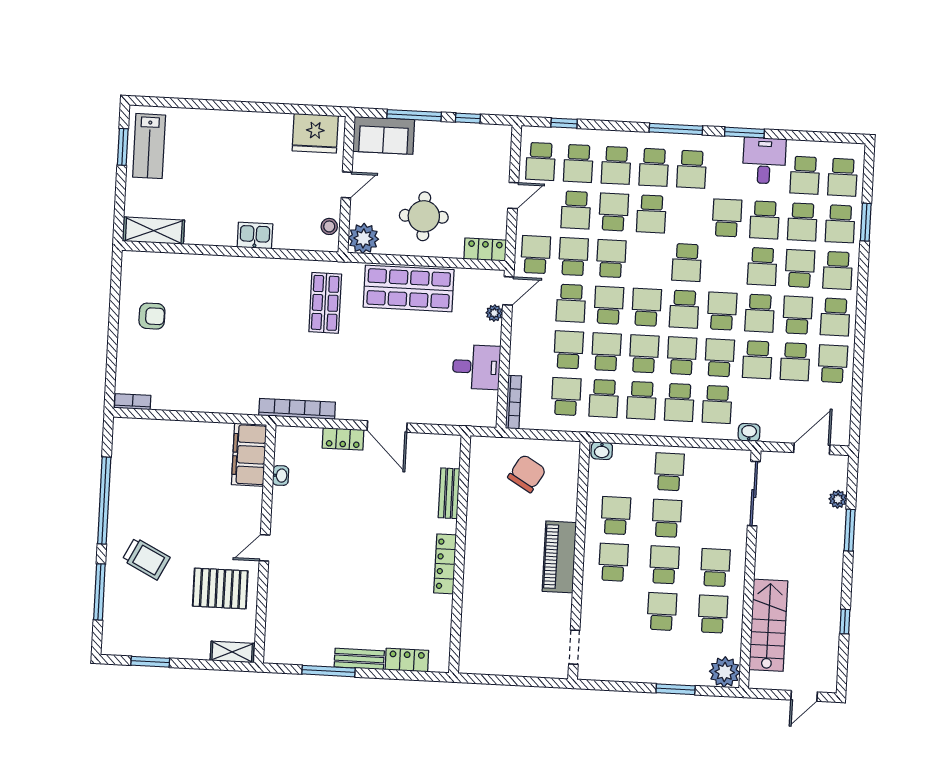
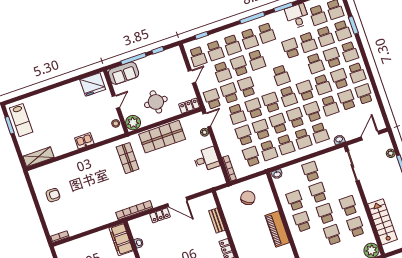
school desk: (795, 362) -> (347, 100), turned 180

